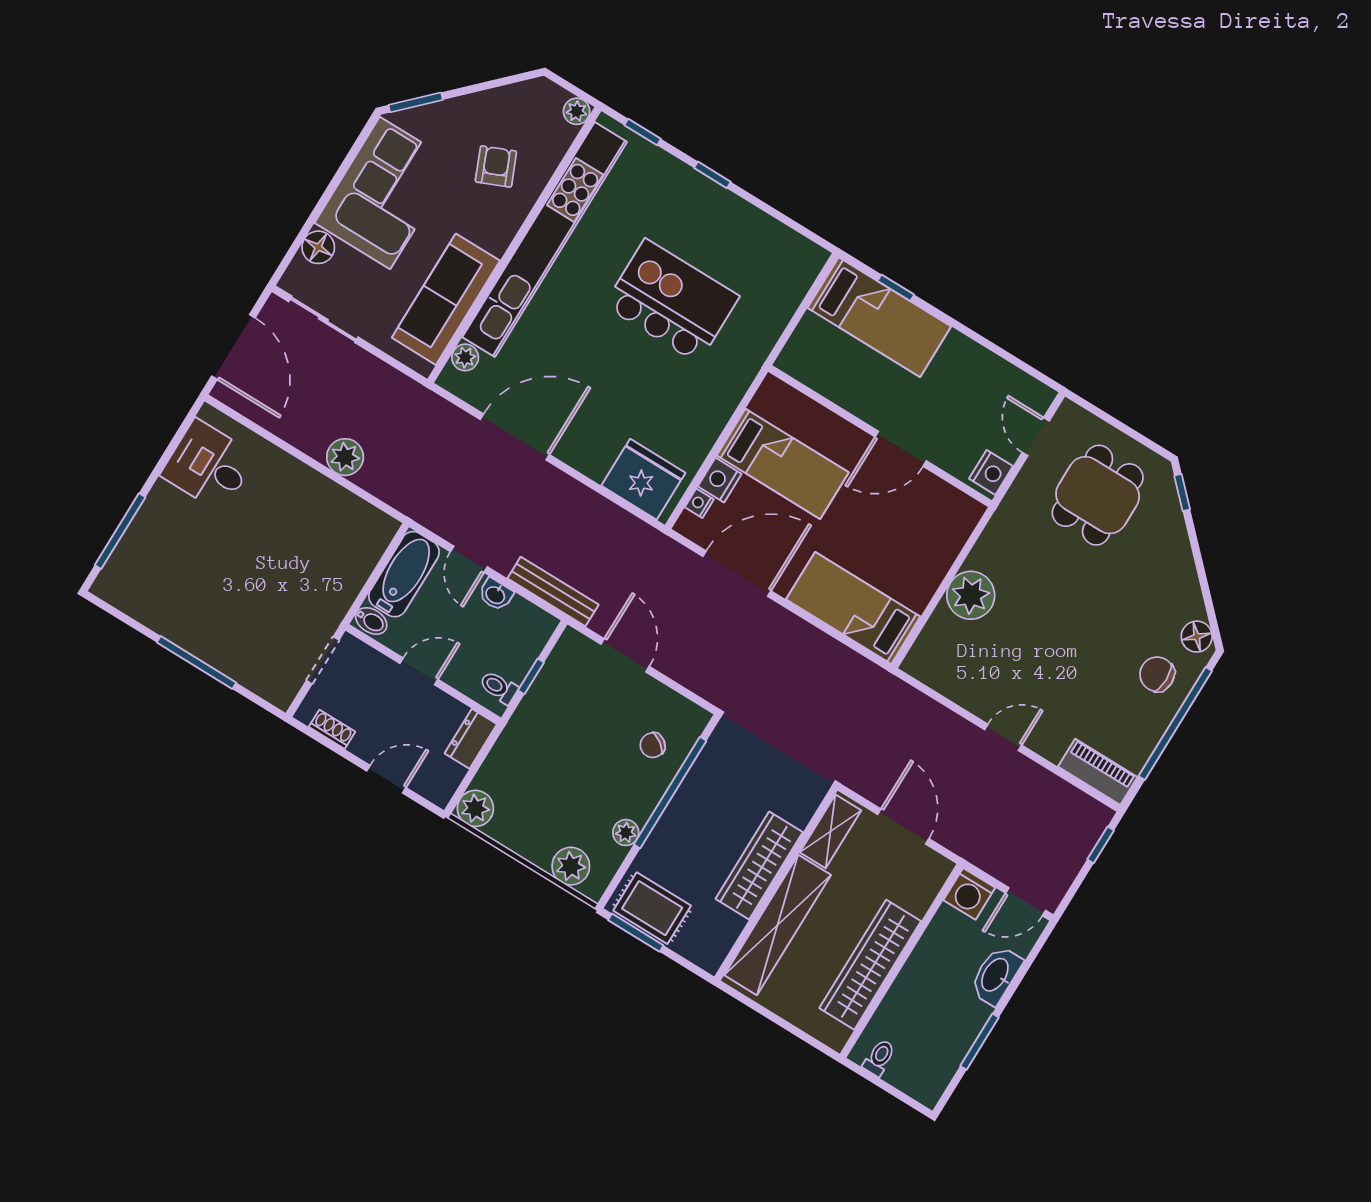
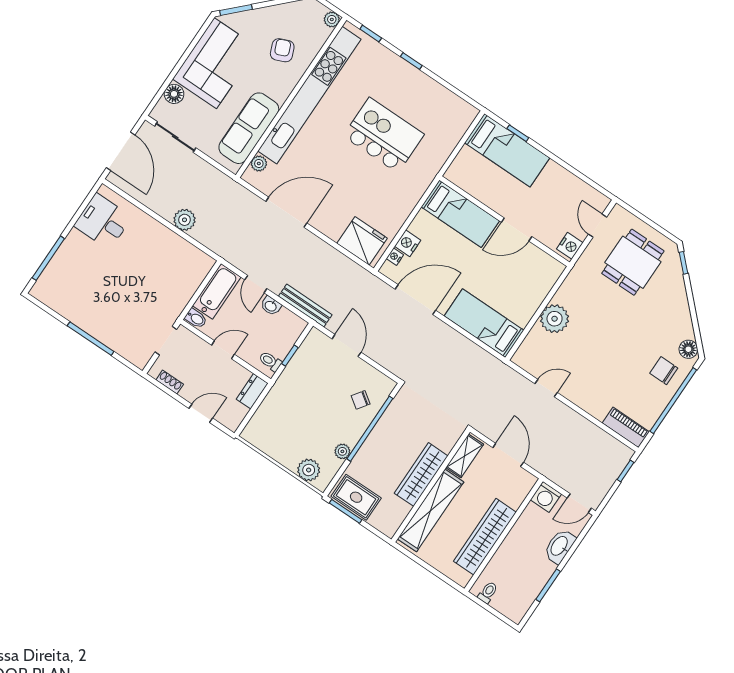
bed: (783, 464) -> (460, 214), moved
door: (1003, 737) -> (546, 388), moved
plant: (475, 808) -> (253, 433), removed

